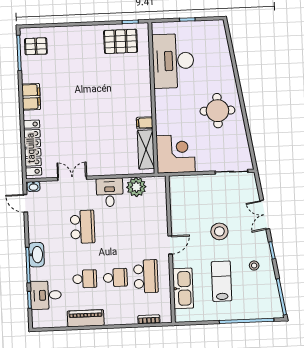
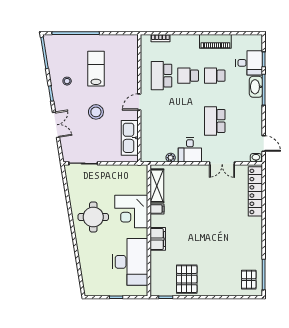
pallet: (121, 41) -> (187, 279), moved, turned 90
pallet: (36, 46) -> (249, 280), turned 90
filing cabinet: (31, 97) -> (158, 239), moved, turned 180
corner desk: (176, 154) -> (131, 212), moved
plant: (136, 187) -> (171, 158), width x0.53, depth x0.53
washbasin: (36, 255) -> (256, 87), moved
lab bench: (222, 281) -> (96, 69), turned 180
kitchen sink: (183, 288) -> (130, 138), moved

